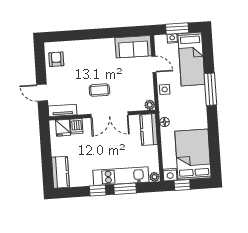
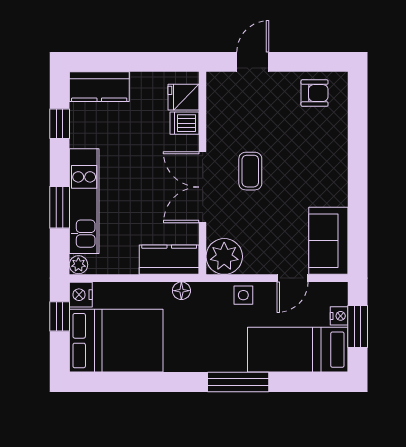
plant: (150, 105) -> (224, 256), width x1.87, depth x1.87
tv unit: (63, 110) -> (216, 98), removed
window: (98, 191) -> (60, 124), moved

